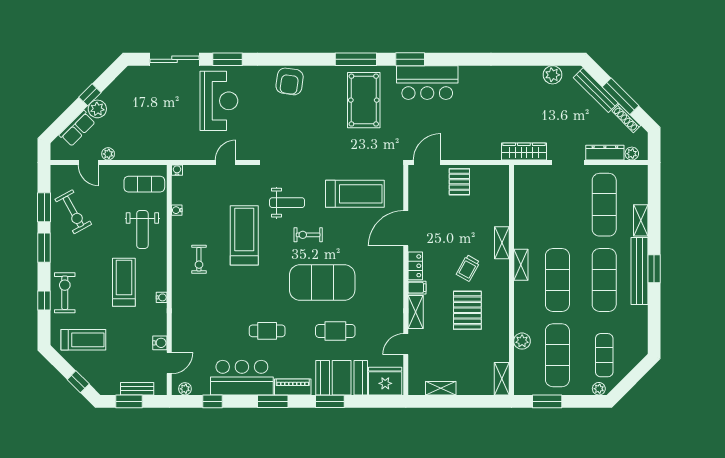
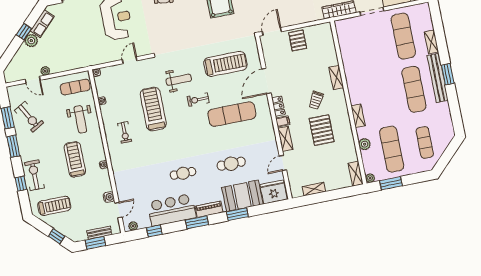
row of seats: (77, 128) -> (42, 24), moved
shelving: (521, 265) -> (358, 116), moved
exercise mat: (557, 280) -> (381, 96), removed
exercise mat: (322, 283) -> (232, 114), moved, width x0.68
plant: (599, 389) -> (370, 178), moved

